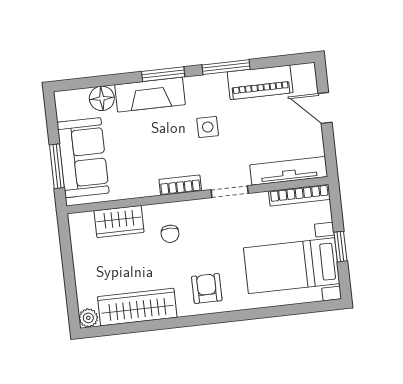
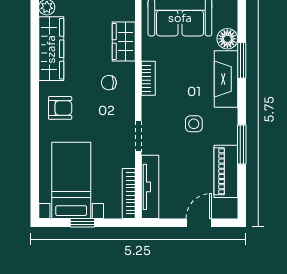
window: (163, 74) -> (242, 60), moved
bookcase: (180, 185) -> (148, 78), moved

